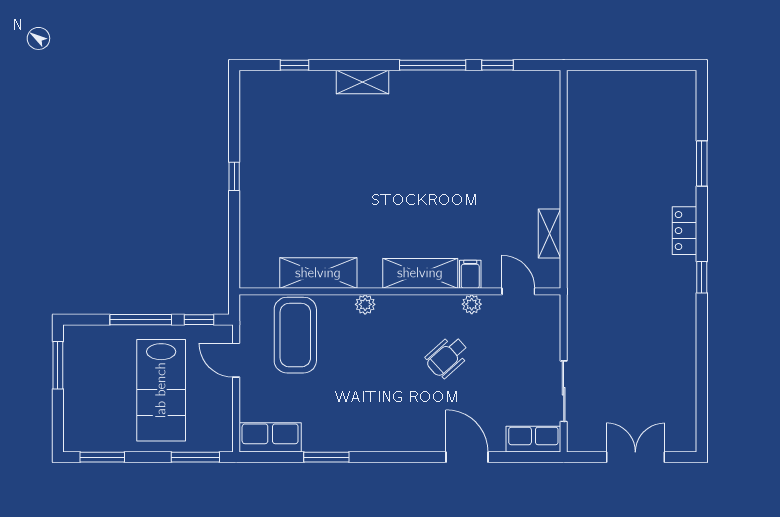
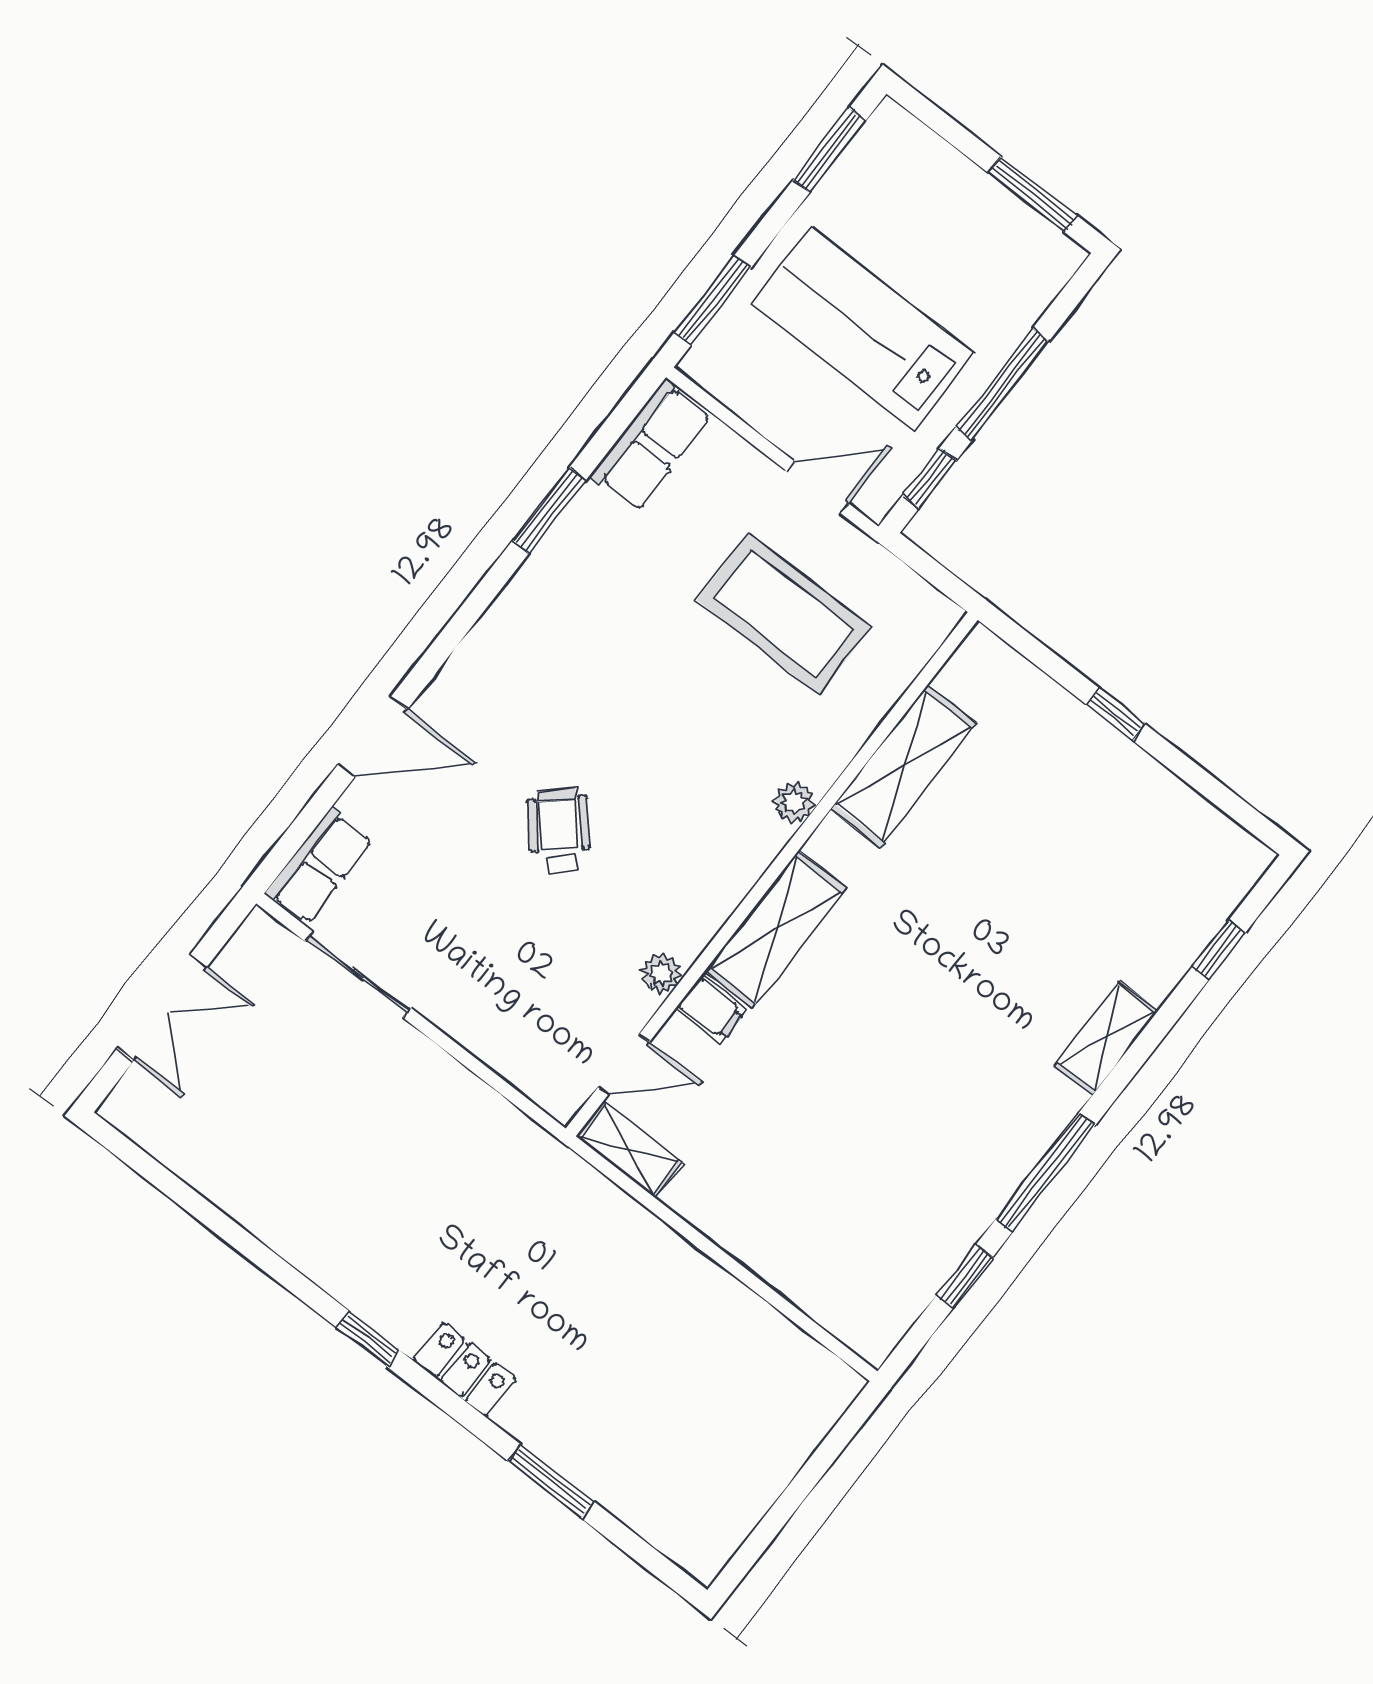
shelving: (318, 273) -> (903, 766), moved
shelving: (420, 273) -> (775, 929), moved
filing cabinet: (470, 274) -> (711, 1009), moved
wall: (400, 291) -> (772, 874), moved
door: (518, 291) -> (624, 1065), moved
plant: (365, 304) -> (794, 802), moved
plant: (472, 304) -> (661, 974), moved

